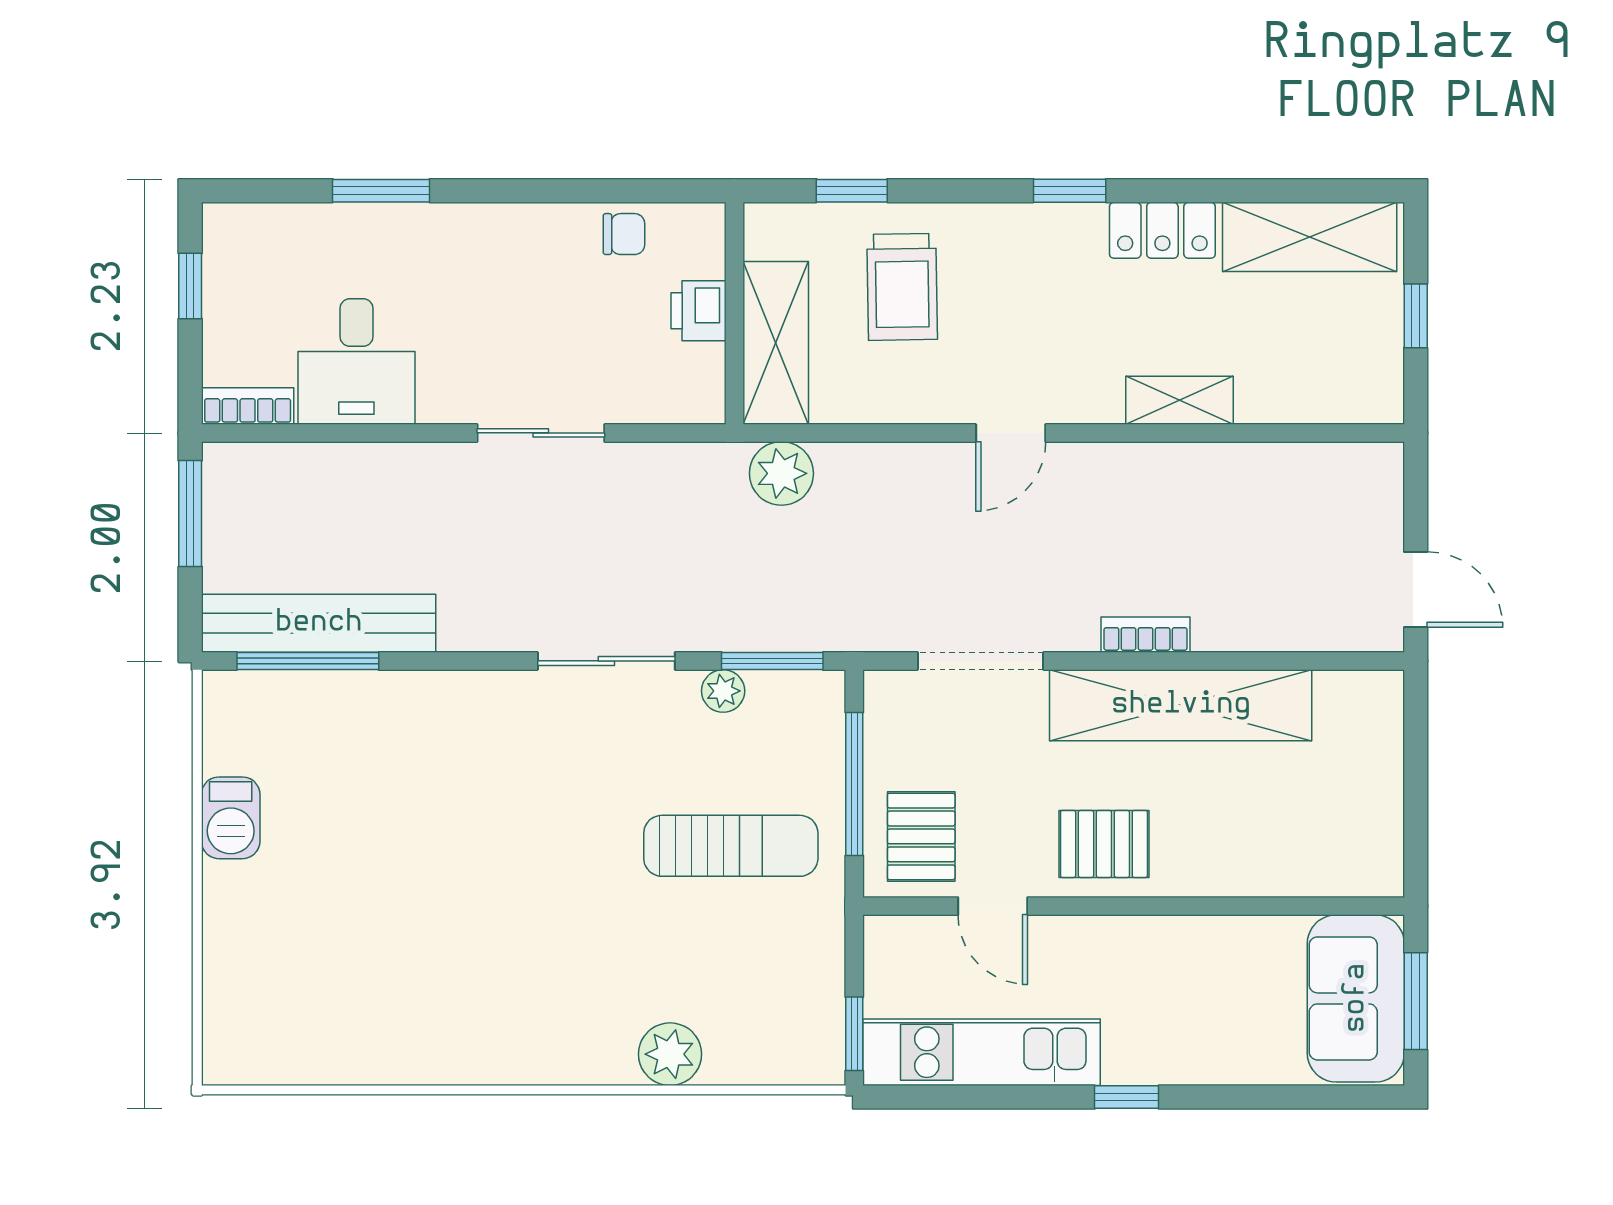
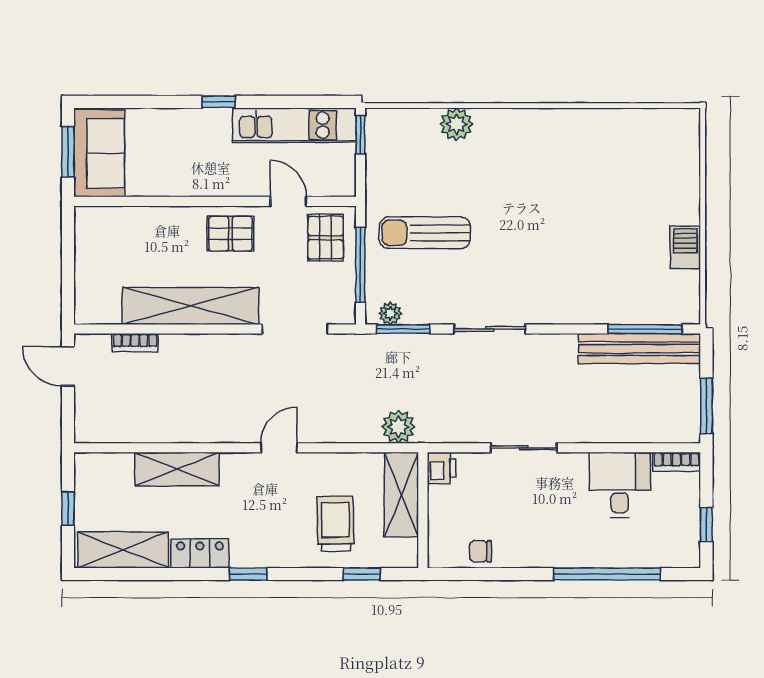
window: (381, 191) -> (607, 574), width x2.11
printer: (699, 311) -> (442, 468), moved
shelving: (1179, 400) -> (177, 469), width x1.50, depth x1.33
bookcase: (1146, 635) -> (135, 343), moved
plant: (723, 691) -> (390, 313), moved

